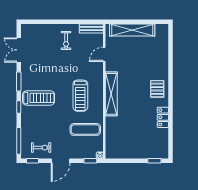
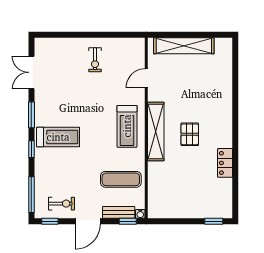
bench: (91, 28) -> (119, 212), moved
pallet: (157, 89) -> (190, 134), moved
treadmill: (80, 96) -> (127, 126), moved

